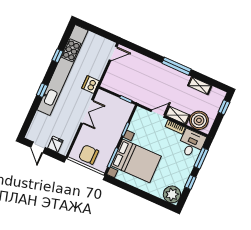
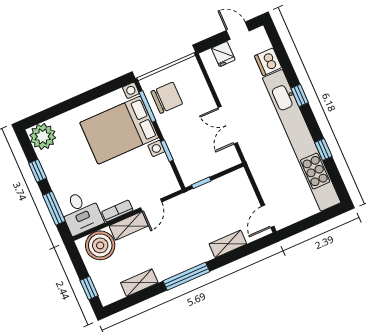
shelving: (143, 60) -> (228, 244), added
dishwasher: (91, 84) -> (268, 62), moved, turned 180
chair: (89, 155) -> (167, 98), moved

